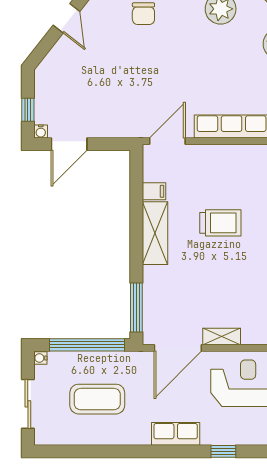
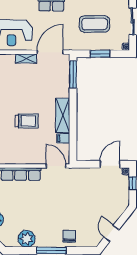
door: (167, 141) -> (56, 166), swing flipped
trolley: (220, 223) -> (27, 121), turned 180
window: (87, 345) -> (100, 54), width x0.47

